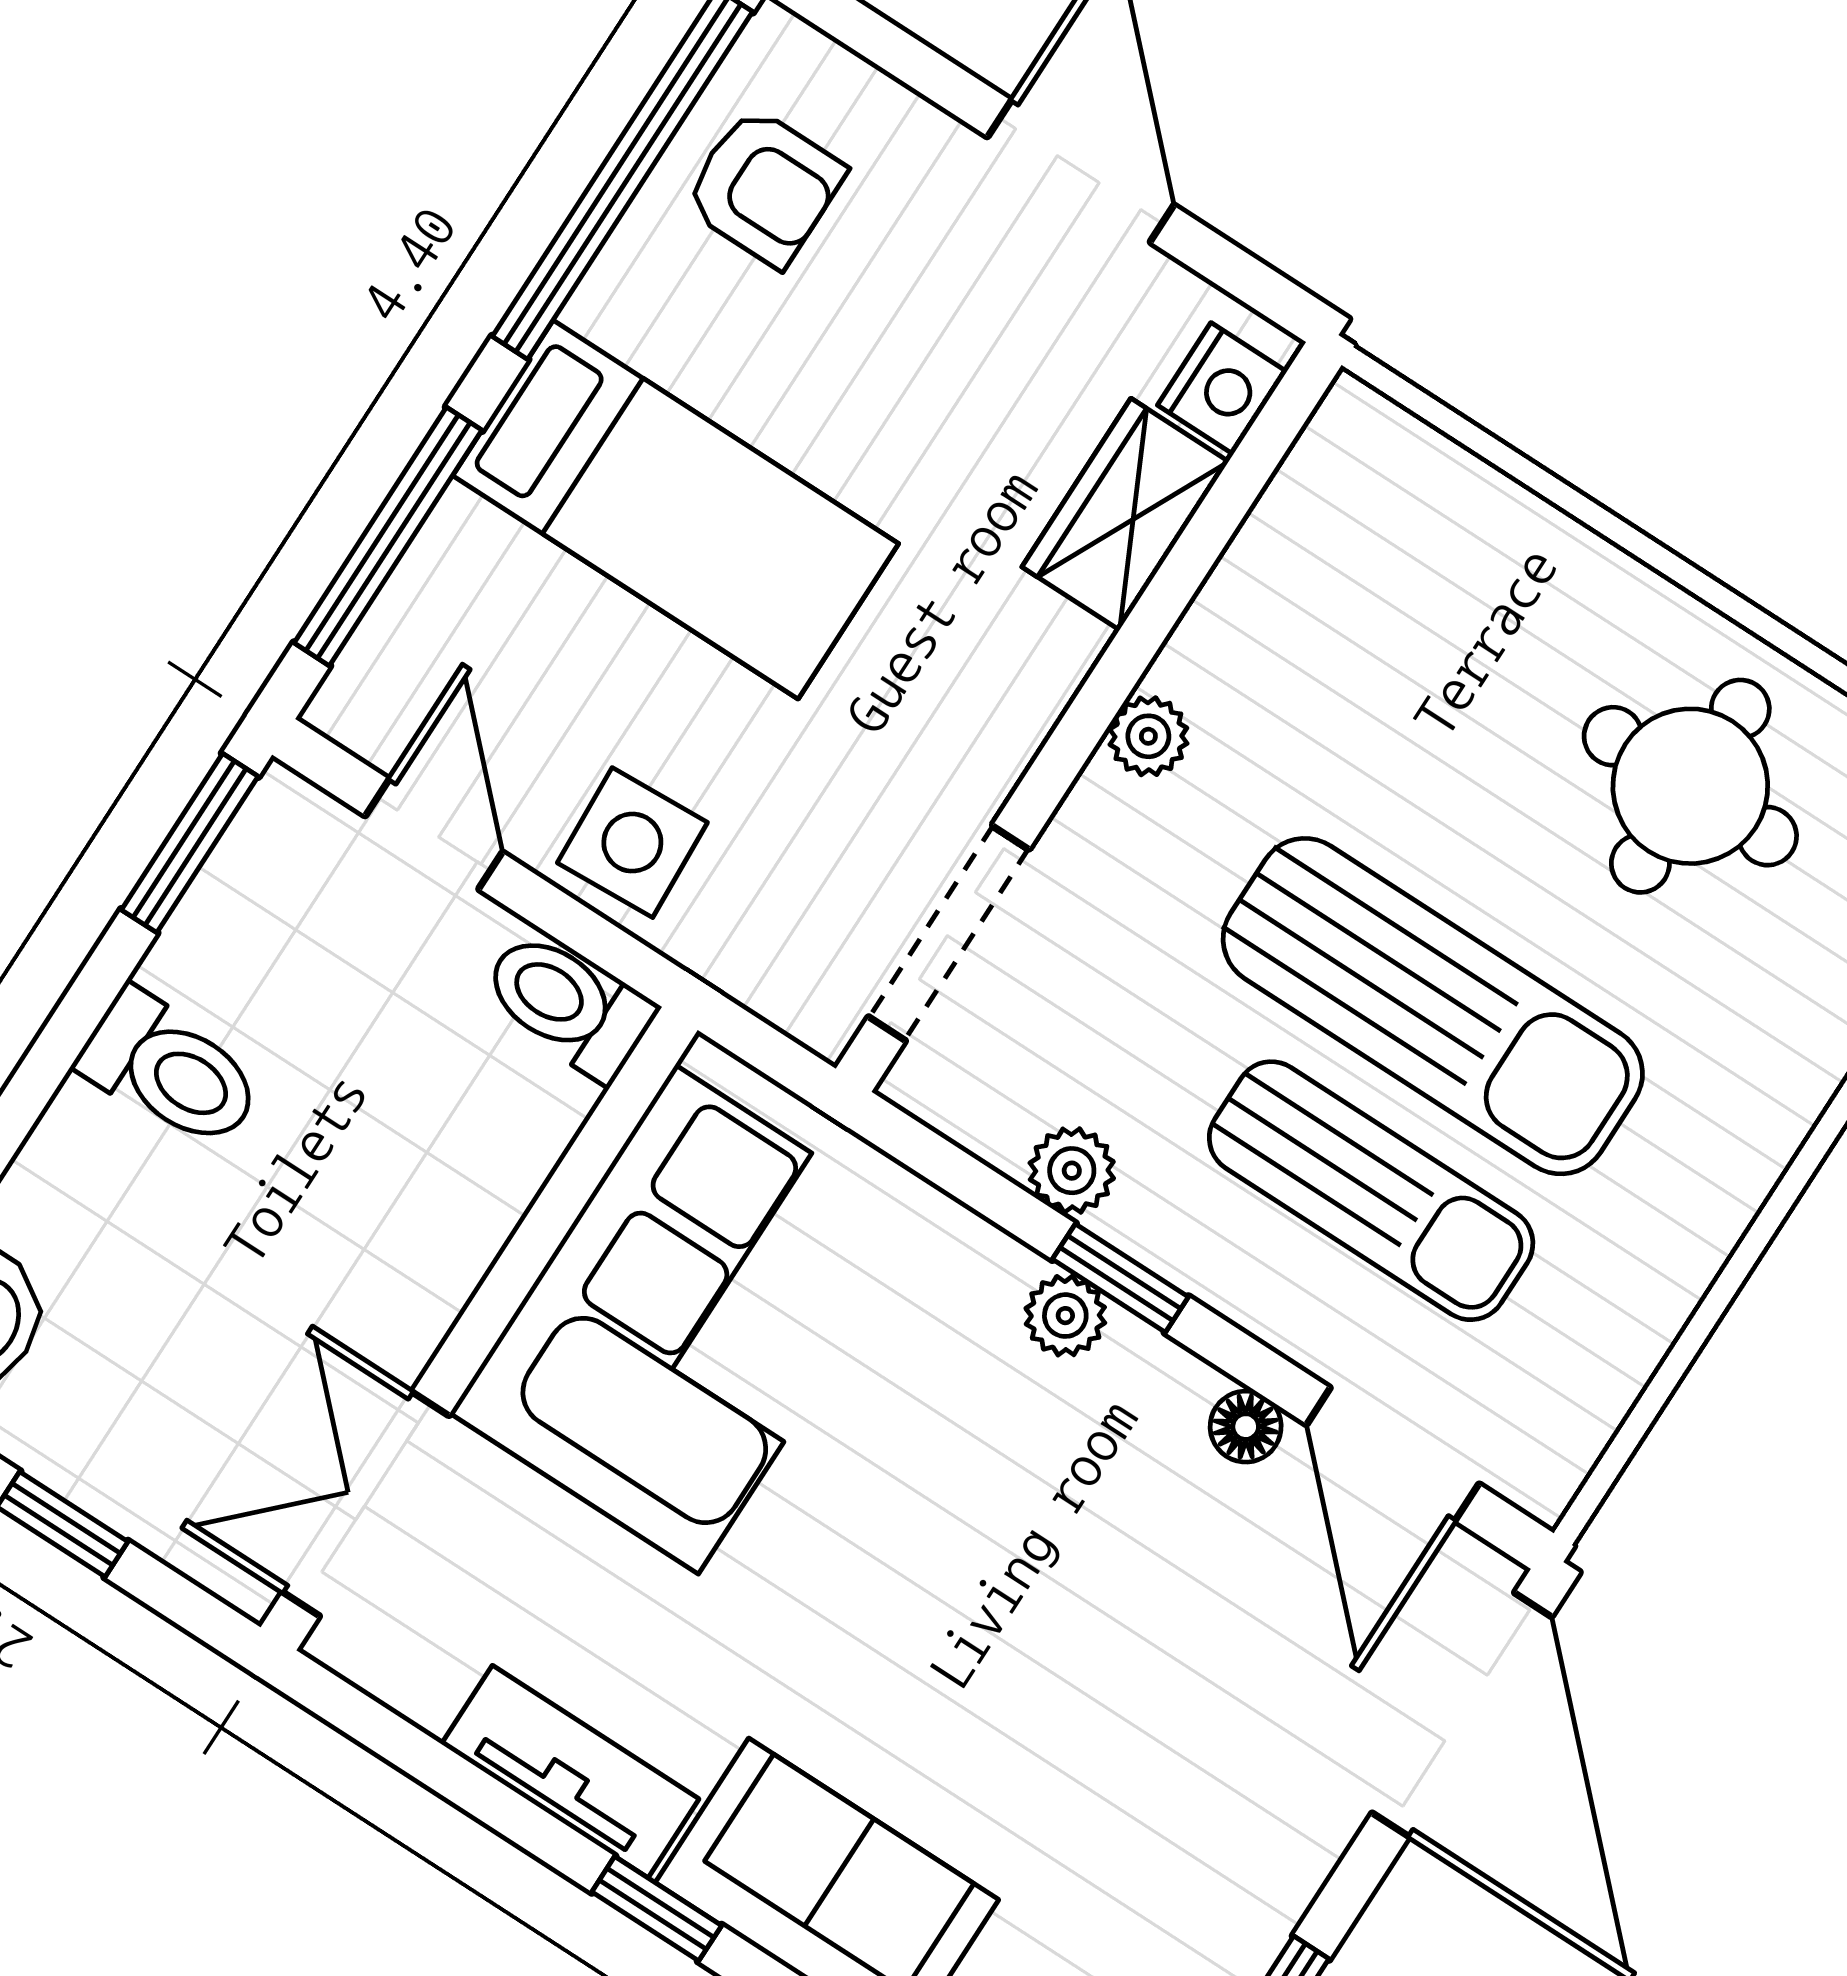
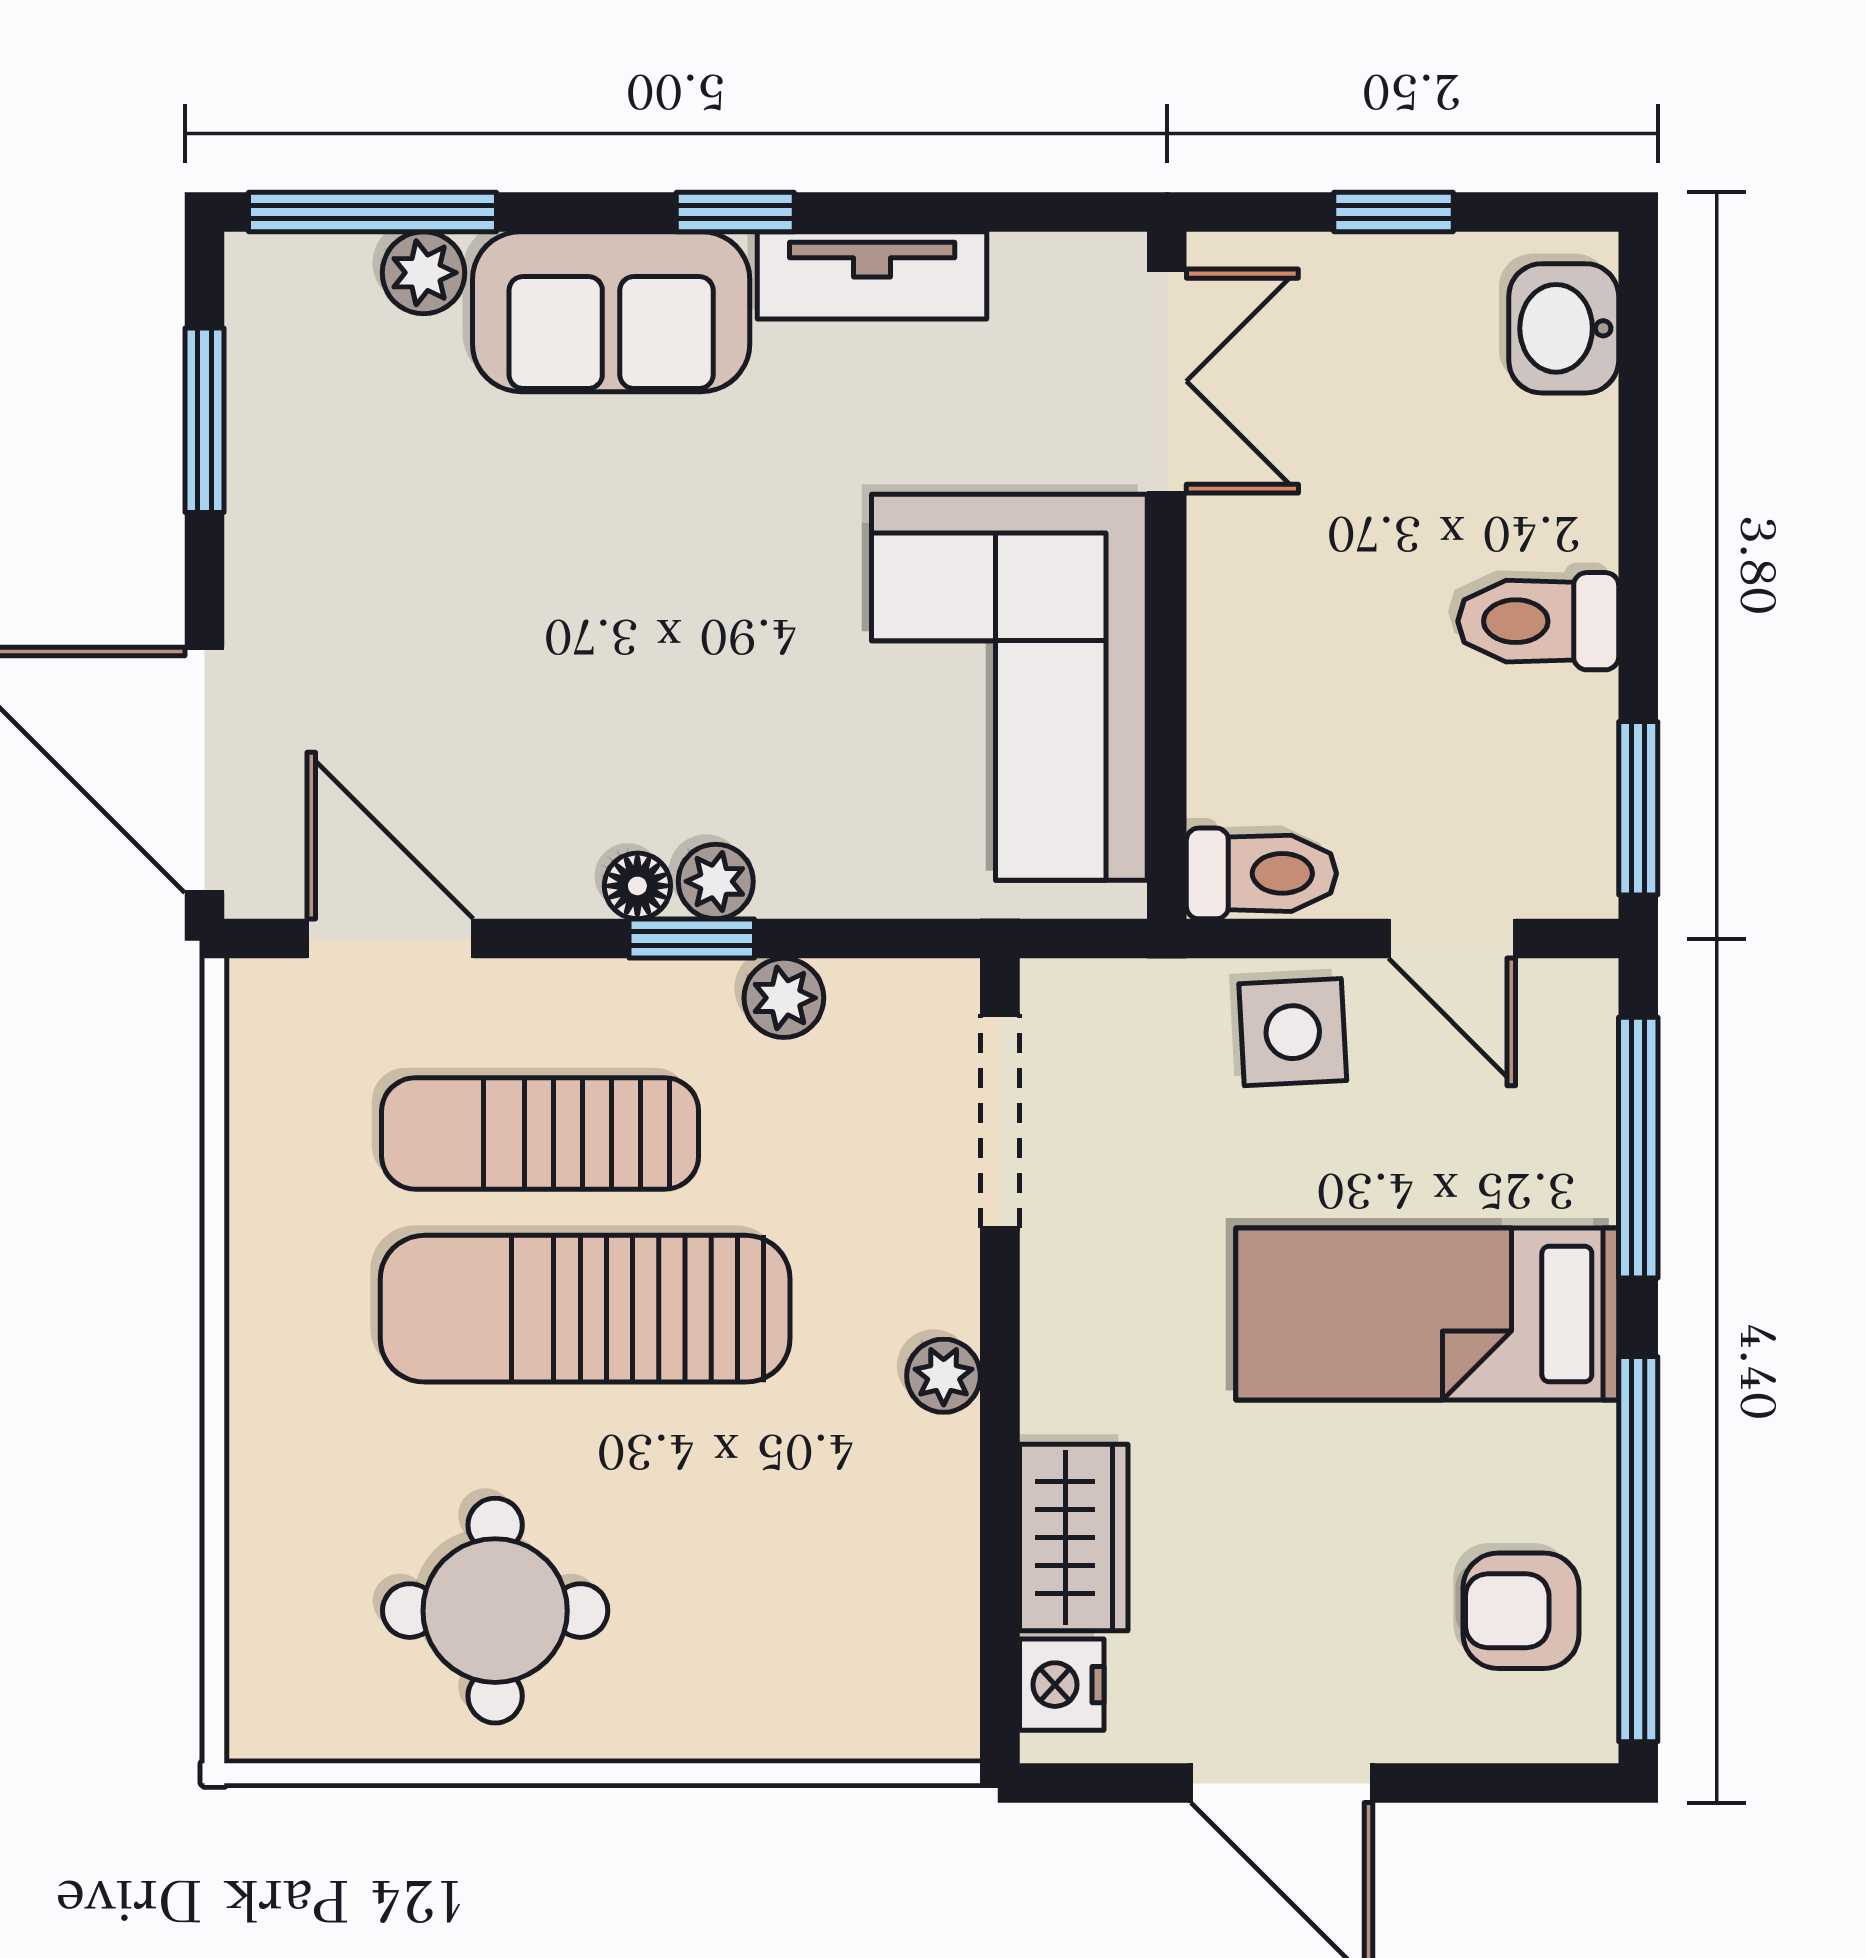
floor lamp: (1246, 1427) -> (637, 886), moved

